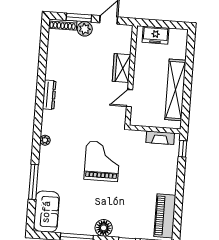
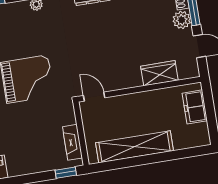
wardrobe: (121, 68) -> (159, 73), moved
door: (129, 98) -> (94, 97), moved

